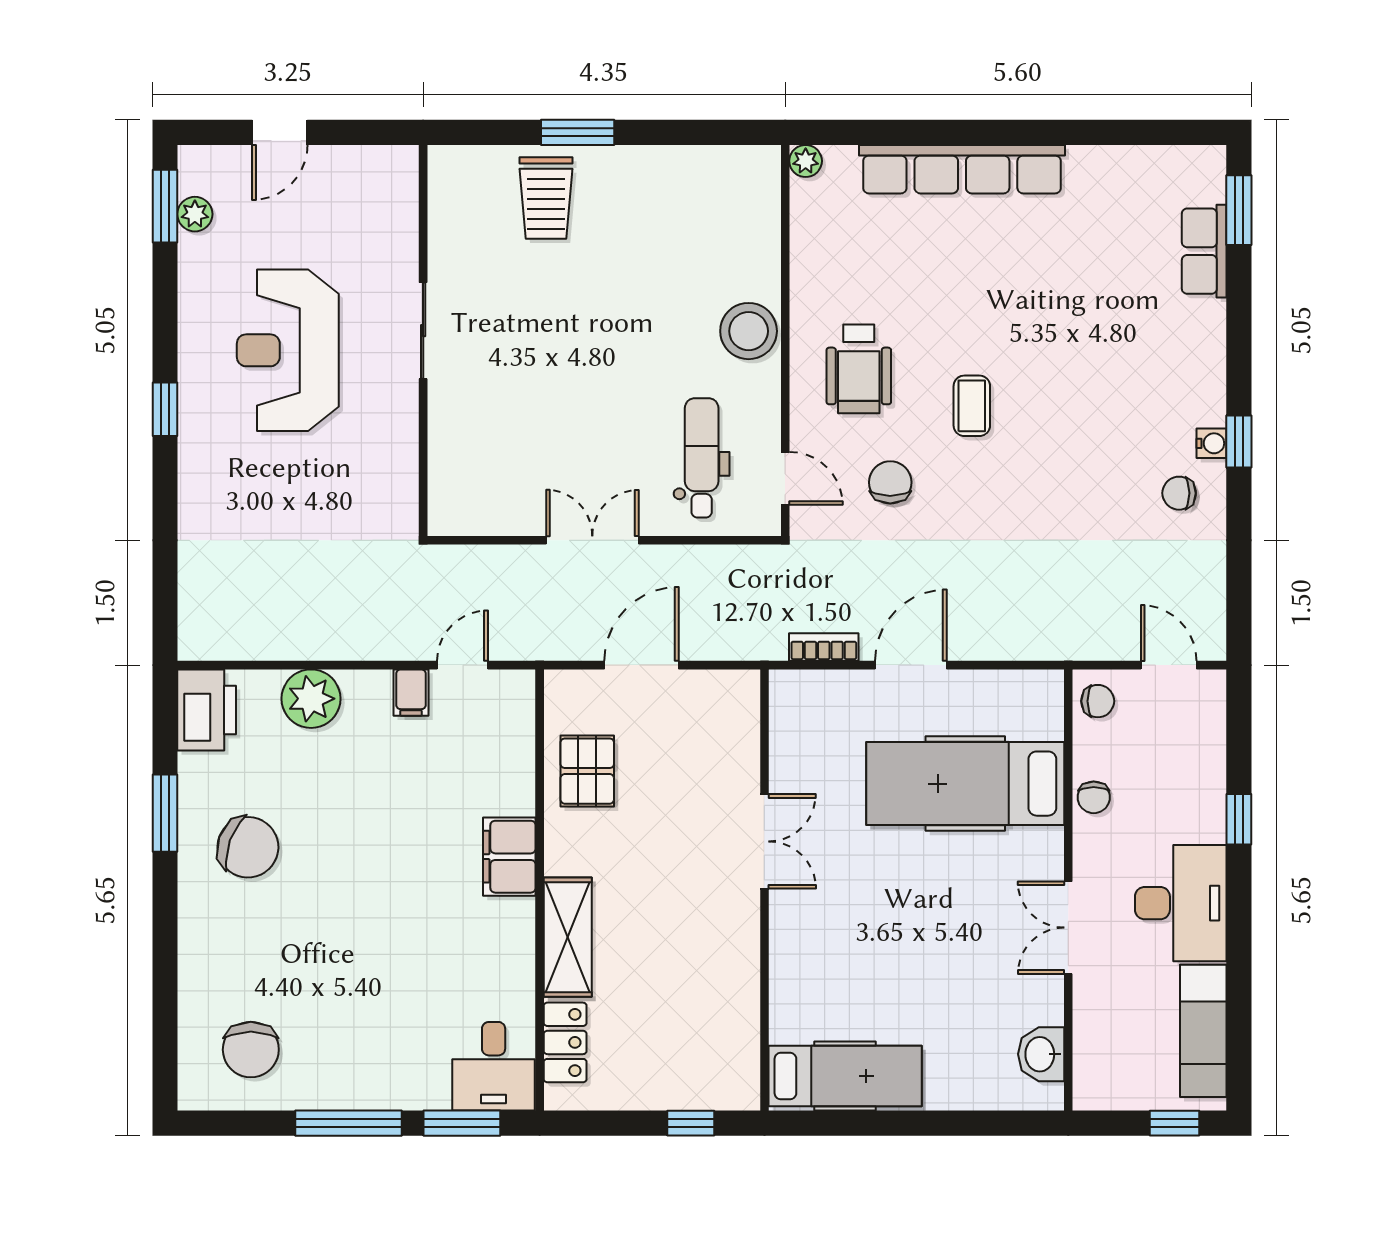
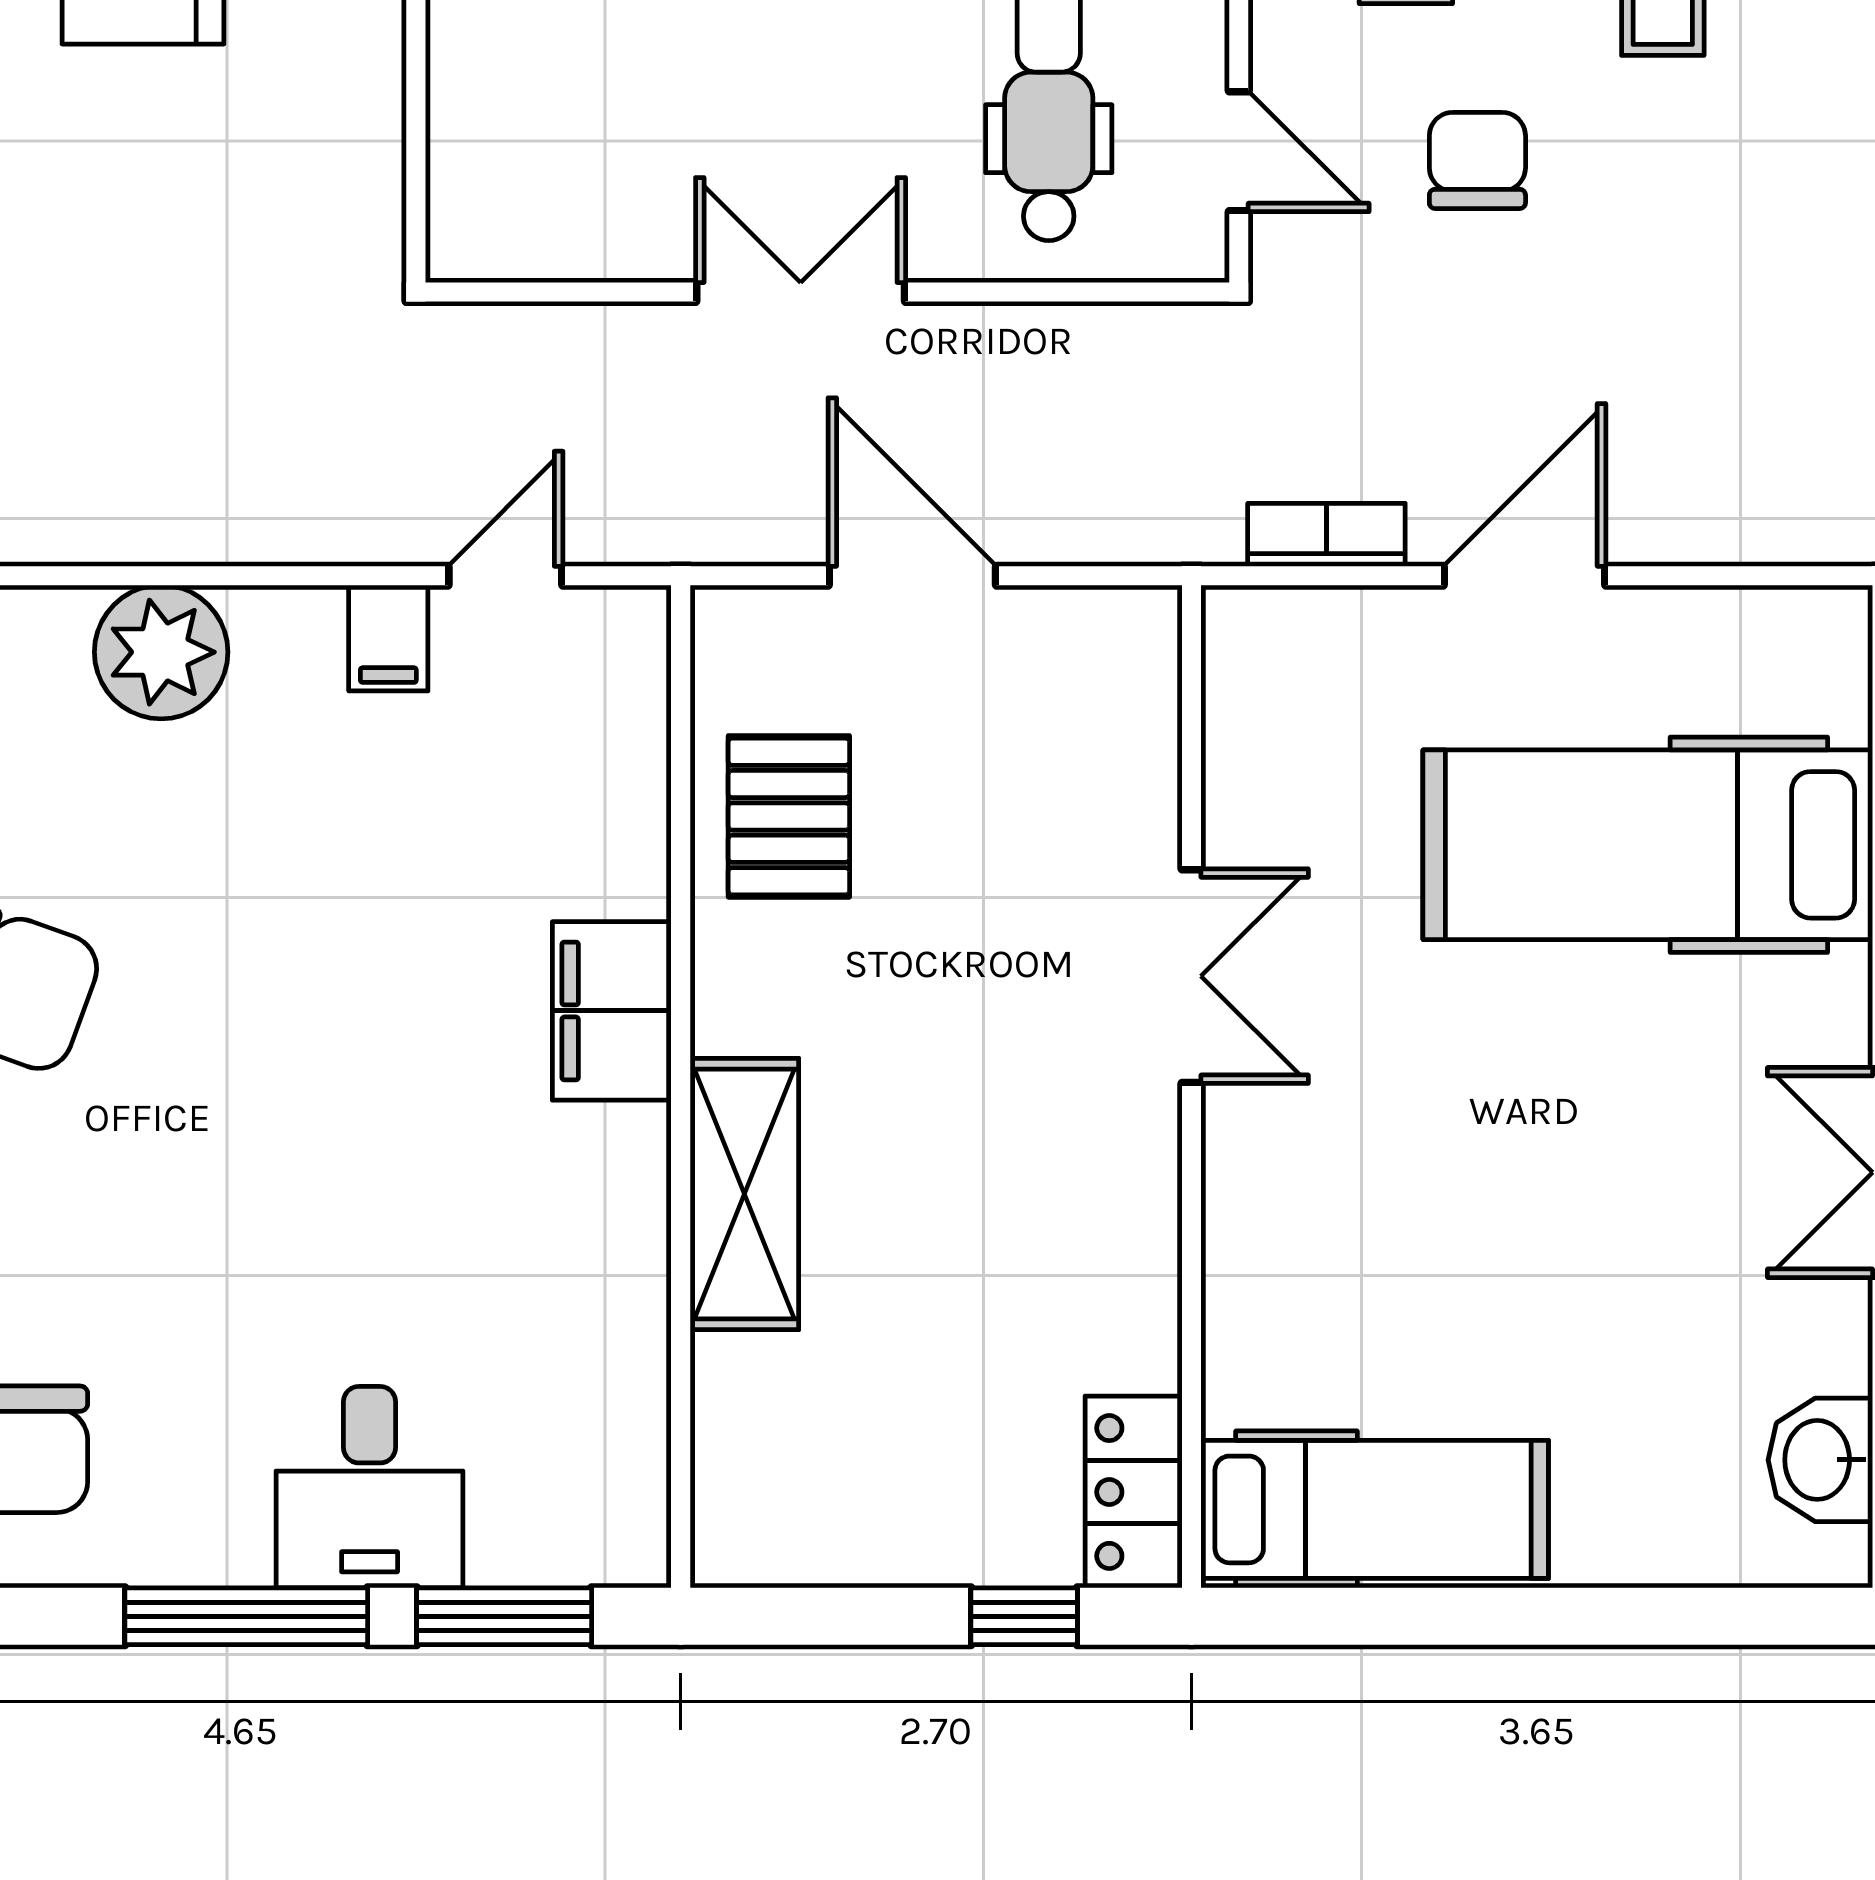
door: (642, 665) -> (912, 576), hinge flipped
locker: (565, 1042) -> (1134, 1492), moved, turned 180
desk: (494, 1066) -> (370, 1487), moved

